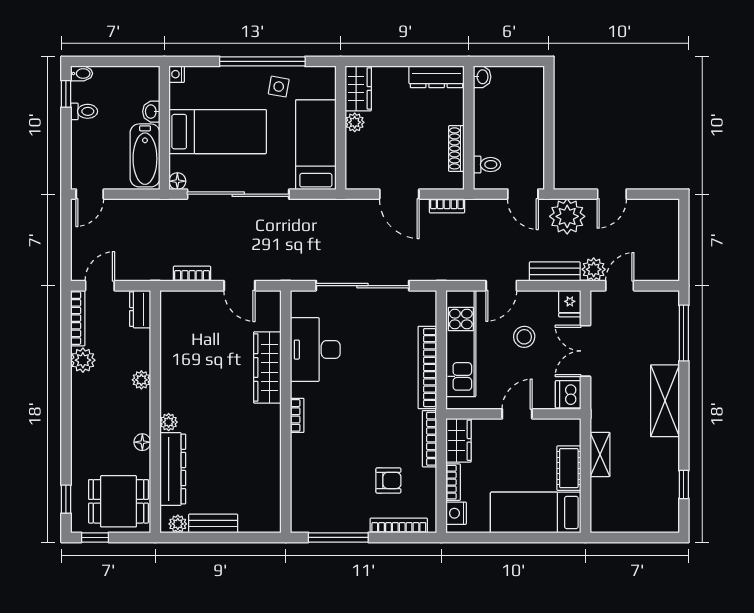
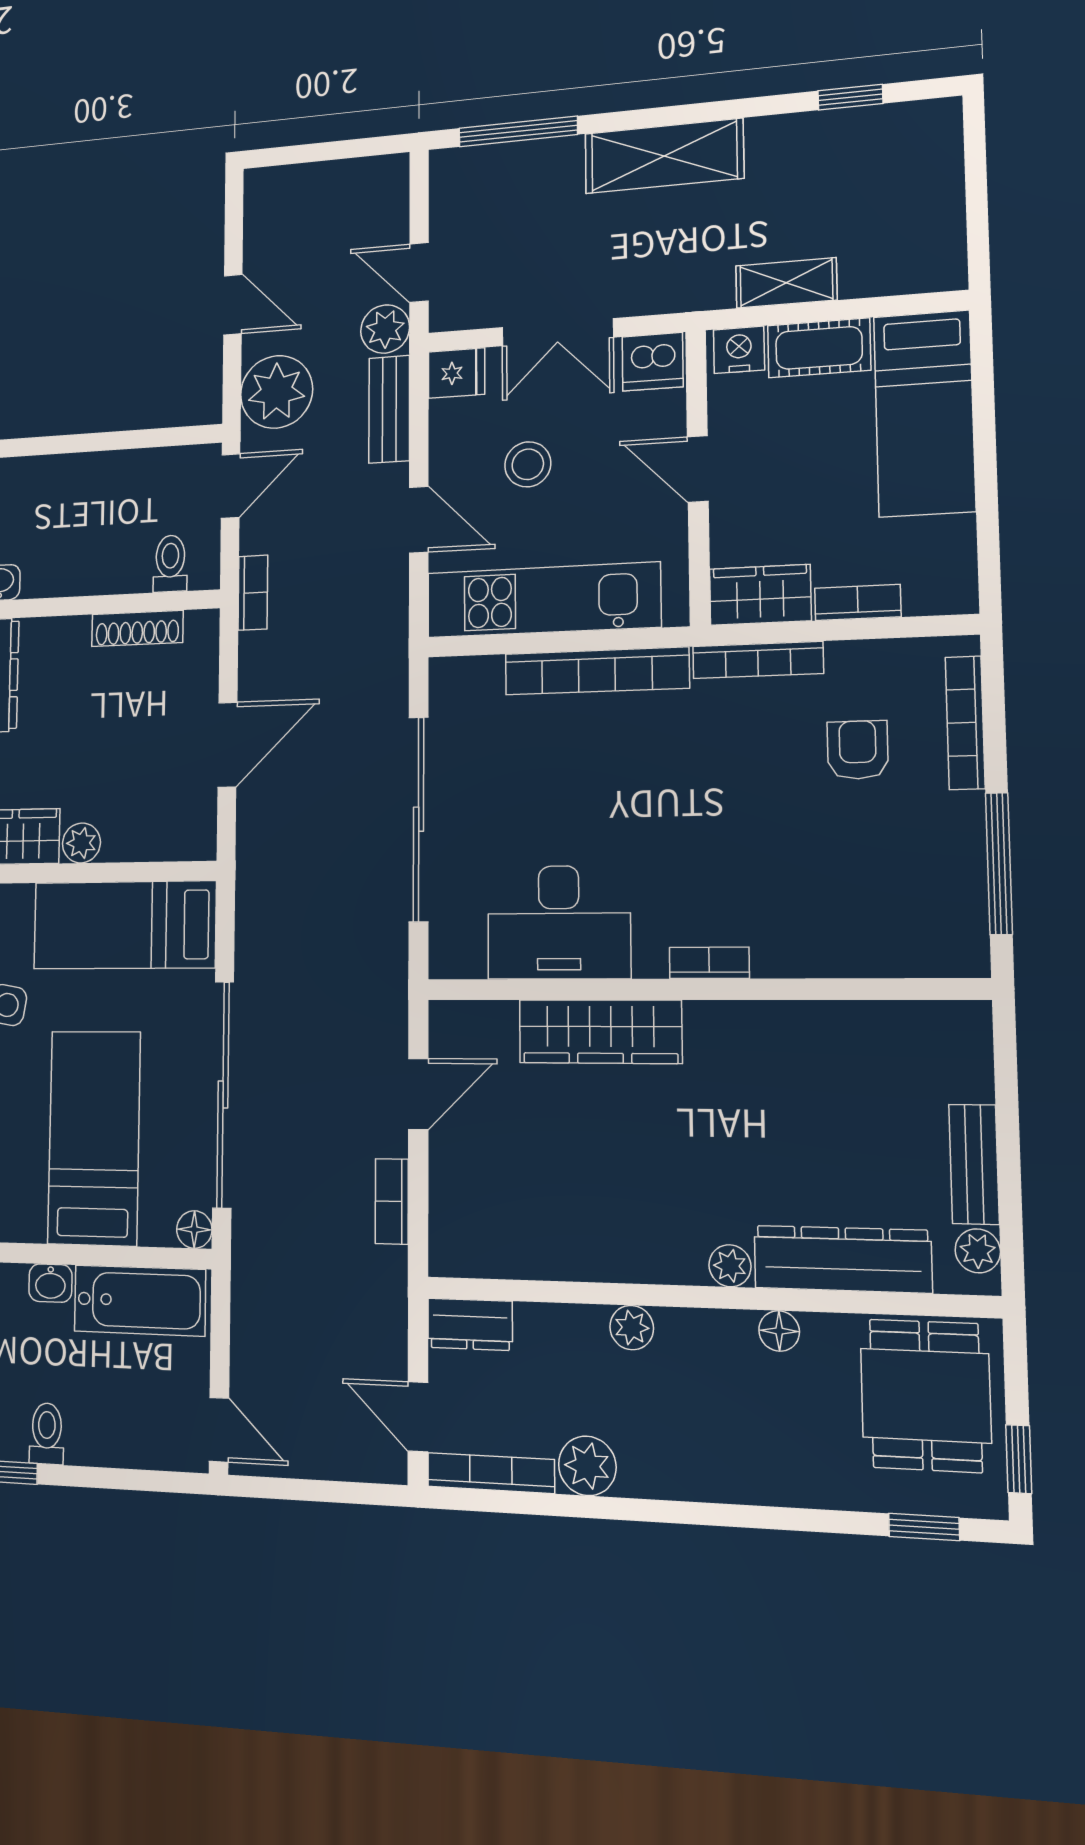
bookcase: (447, 206) -> (253, 593), moved
nightstand: (456, 513) -> (739, 350), moved, turned 180

